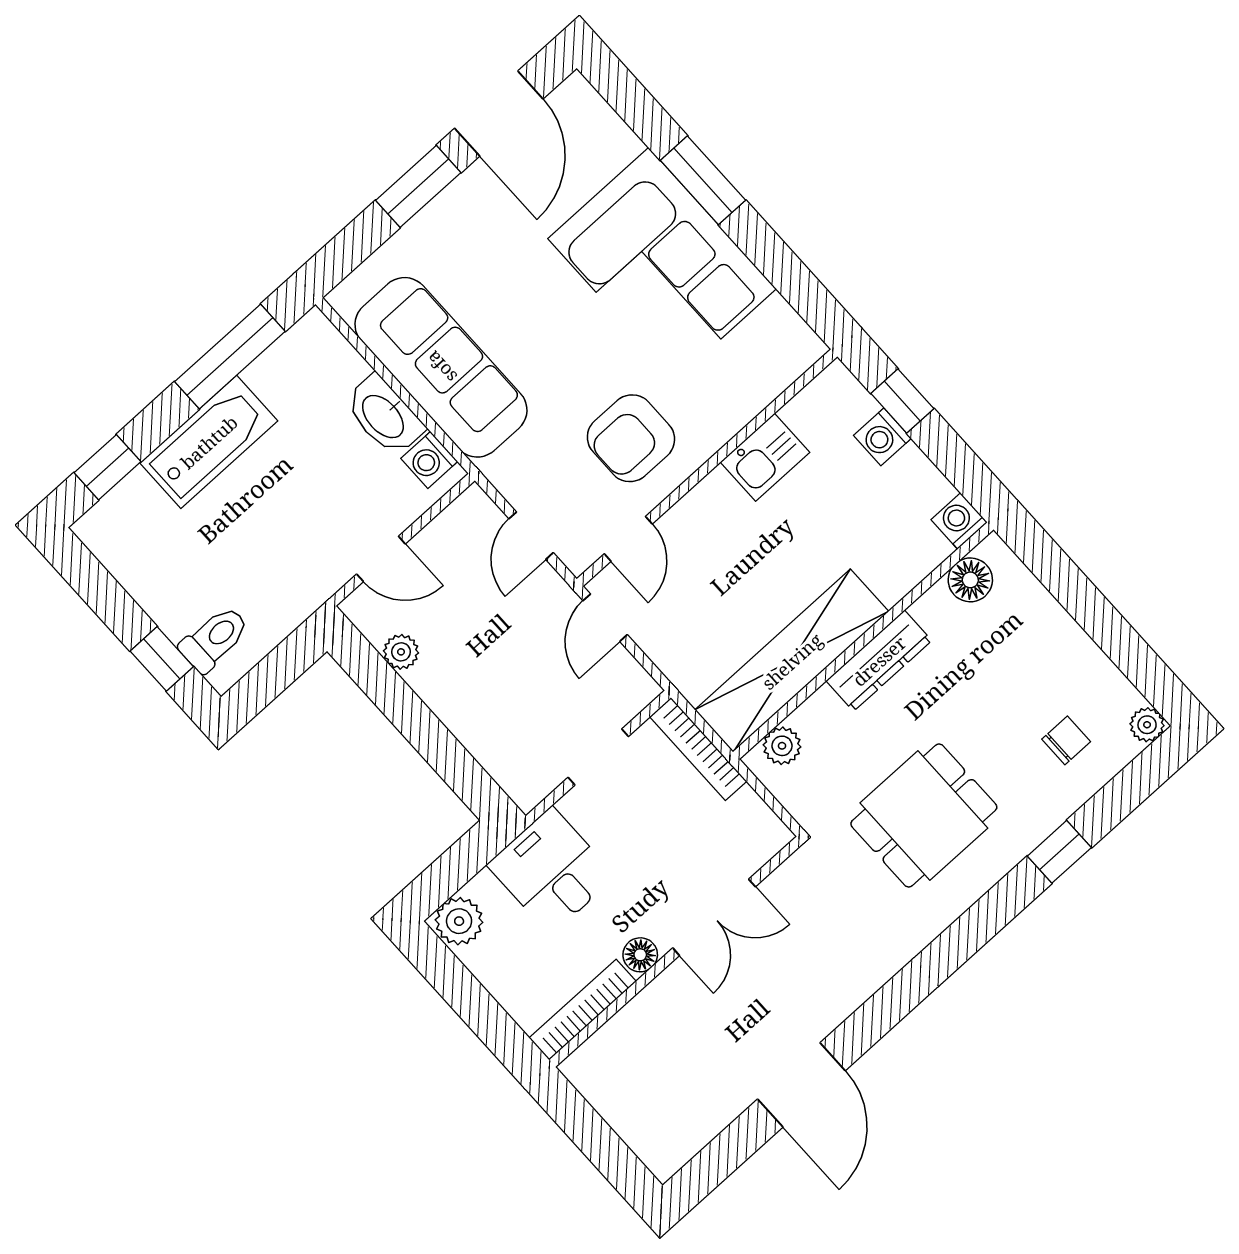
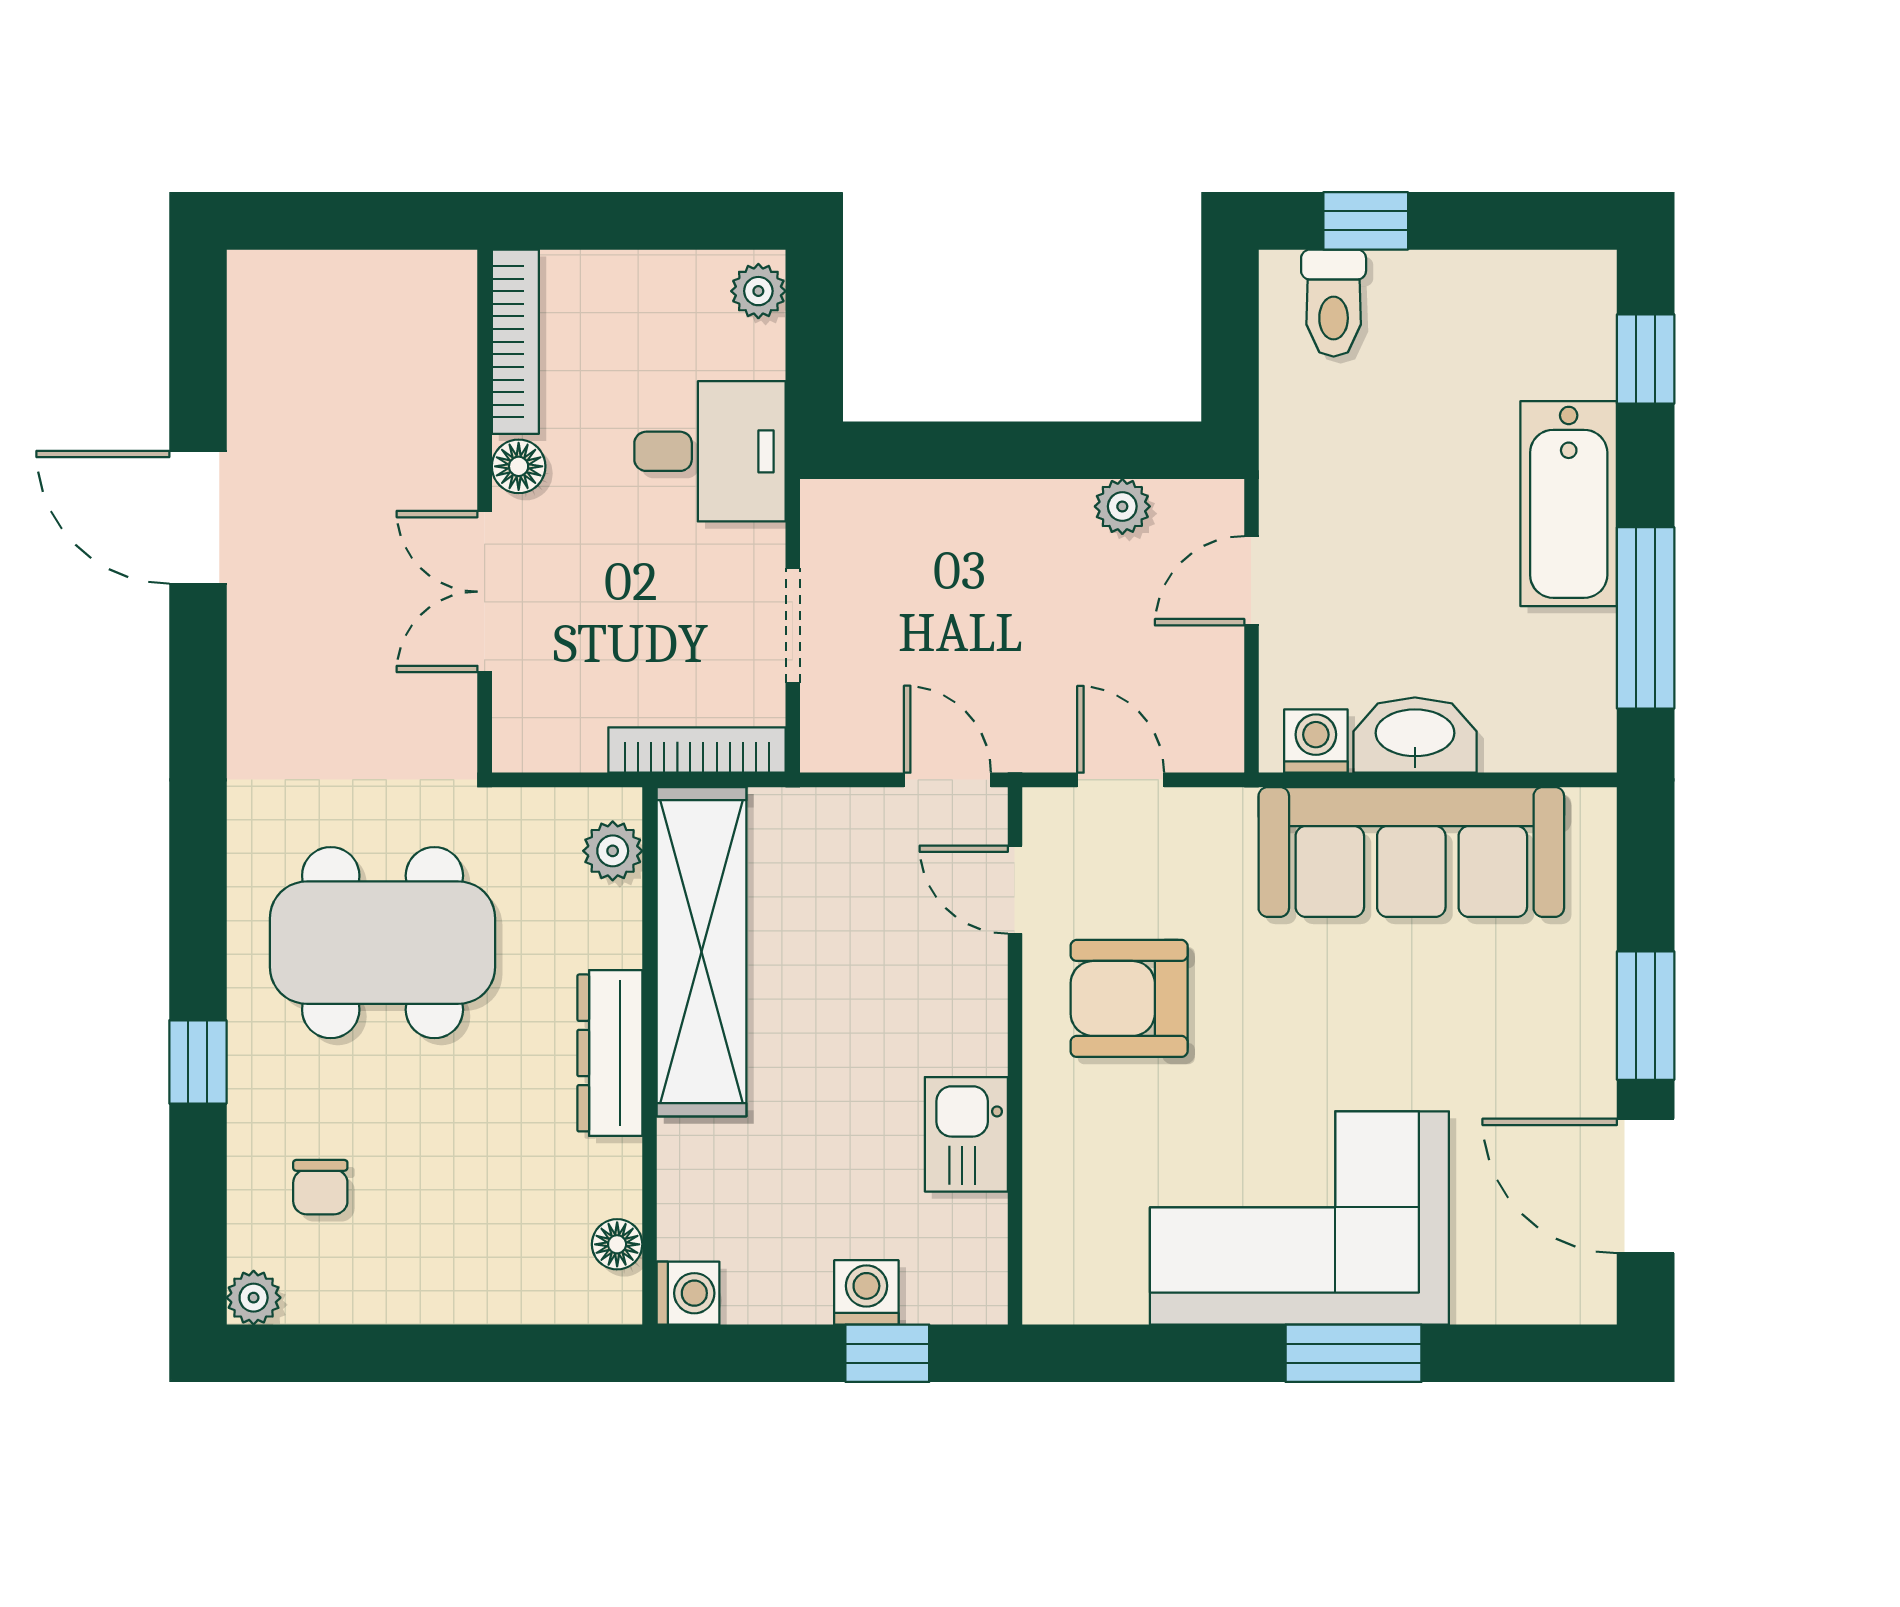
armchair: (631, 438) -> (1129, 998), turned -90
floor lamp: (970, 580) -> (617, 1244), width x0.73, depth x0.73
dining table: (924, 815) -> (383, 943), width x1.38
plant: (459, 921) -> (758, 291), width x0.73, depth x0.73

